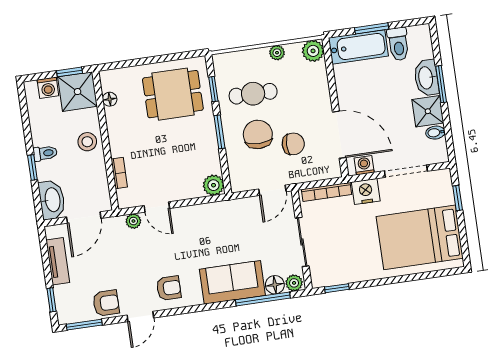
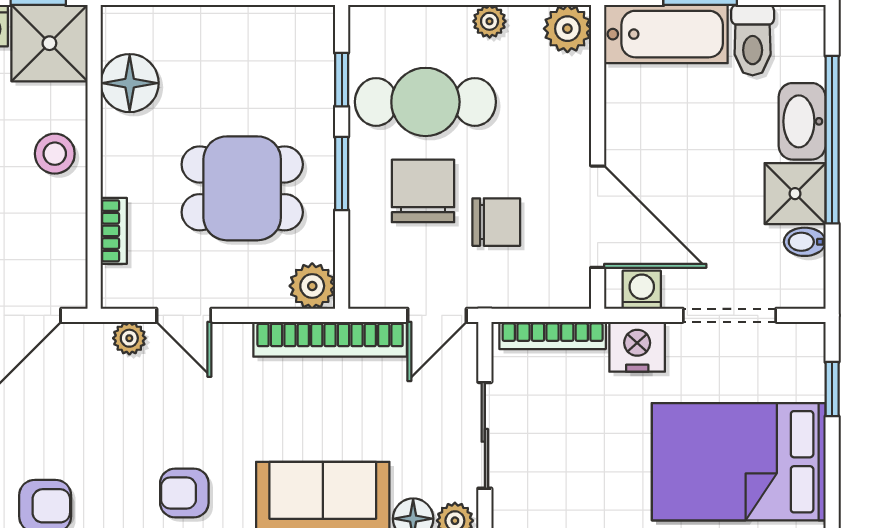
window: (441, 84) -> (832, 140), width x2.11
dining table: (173, 94) -> (242, 188), moved
cafe table: (253, 94) -> (425, 102), width x1.37, depth x1.35
floor lamp: (110, 99) -> (130, 83), width x1.89, depth x1.89
bookcase: (225, 208) -> (330, 339), added
armchair: (169, 288) -> (184, 493), turned 180

